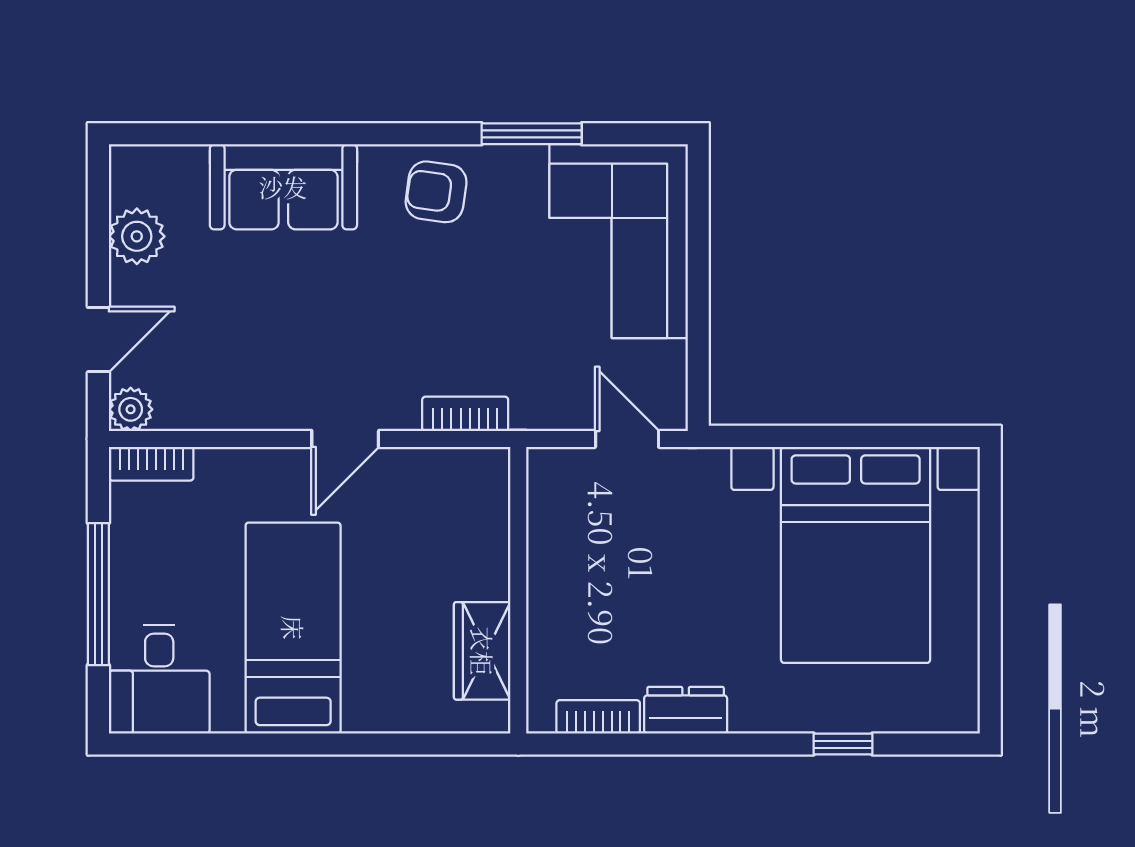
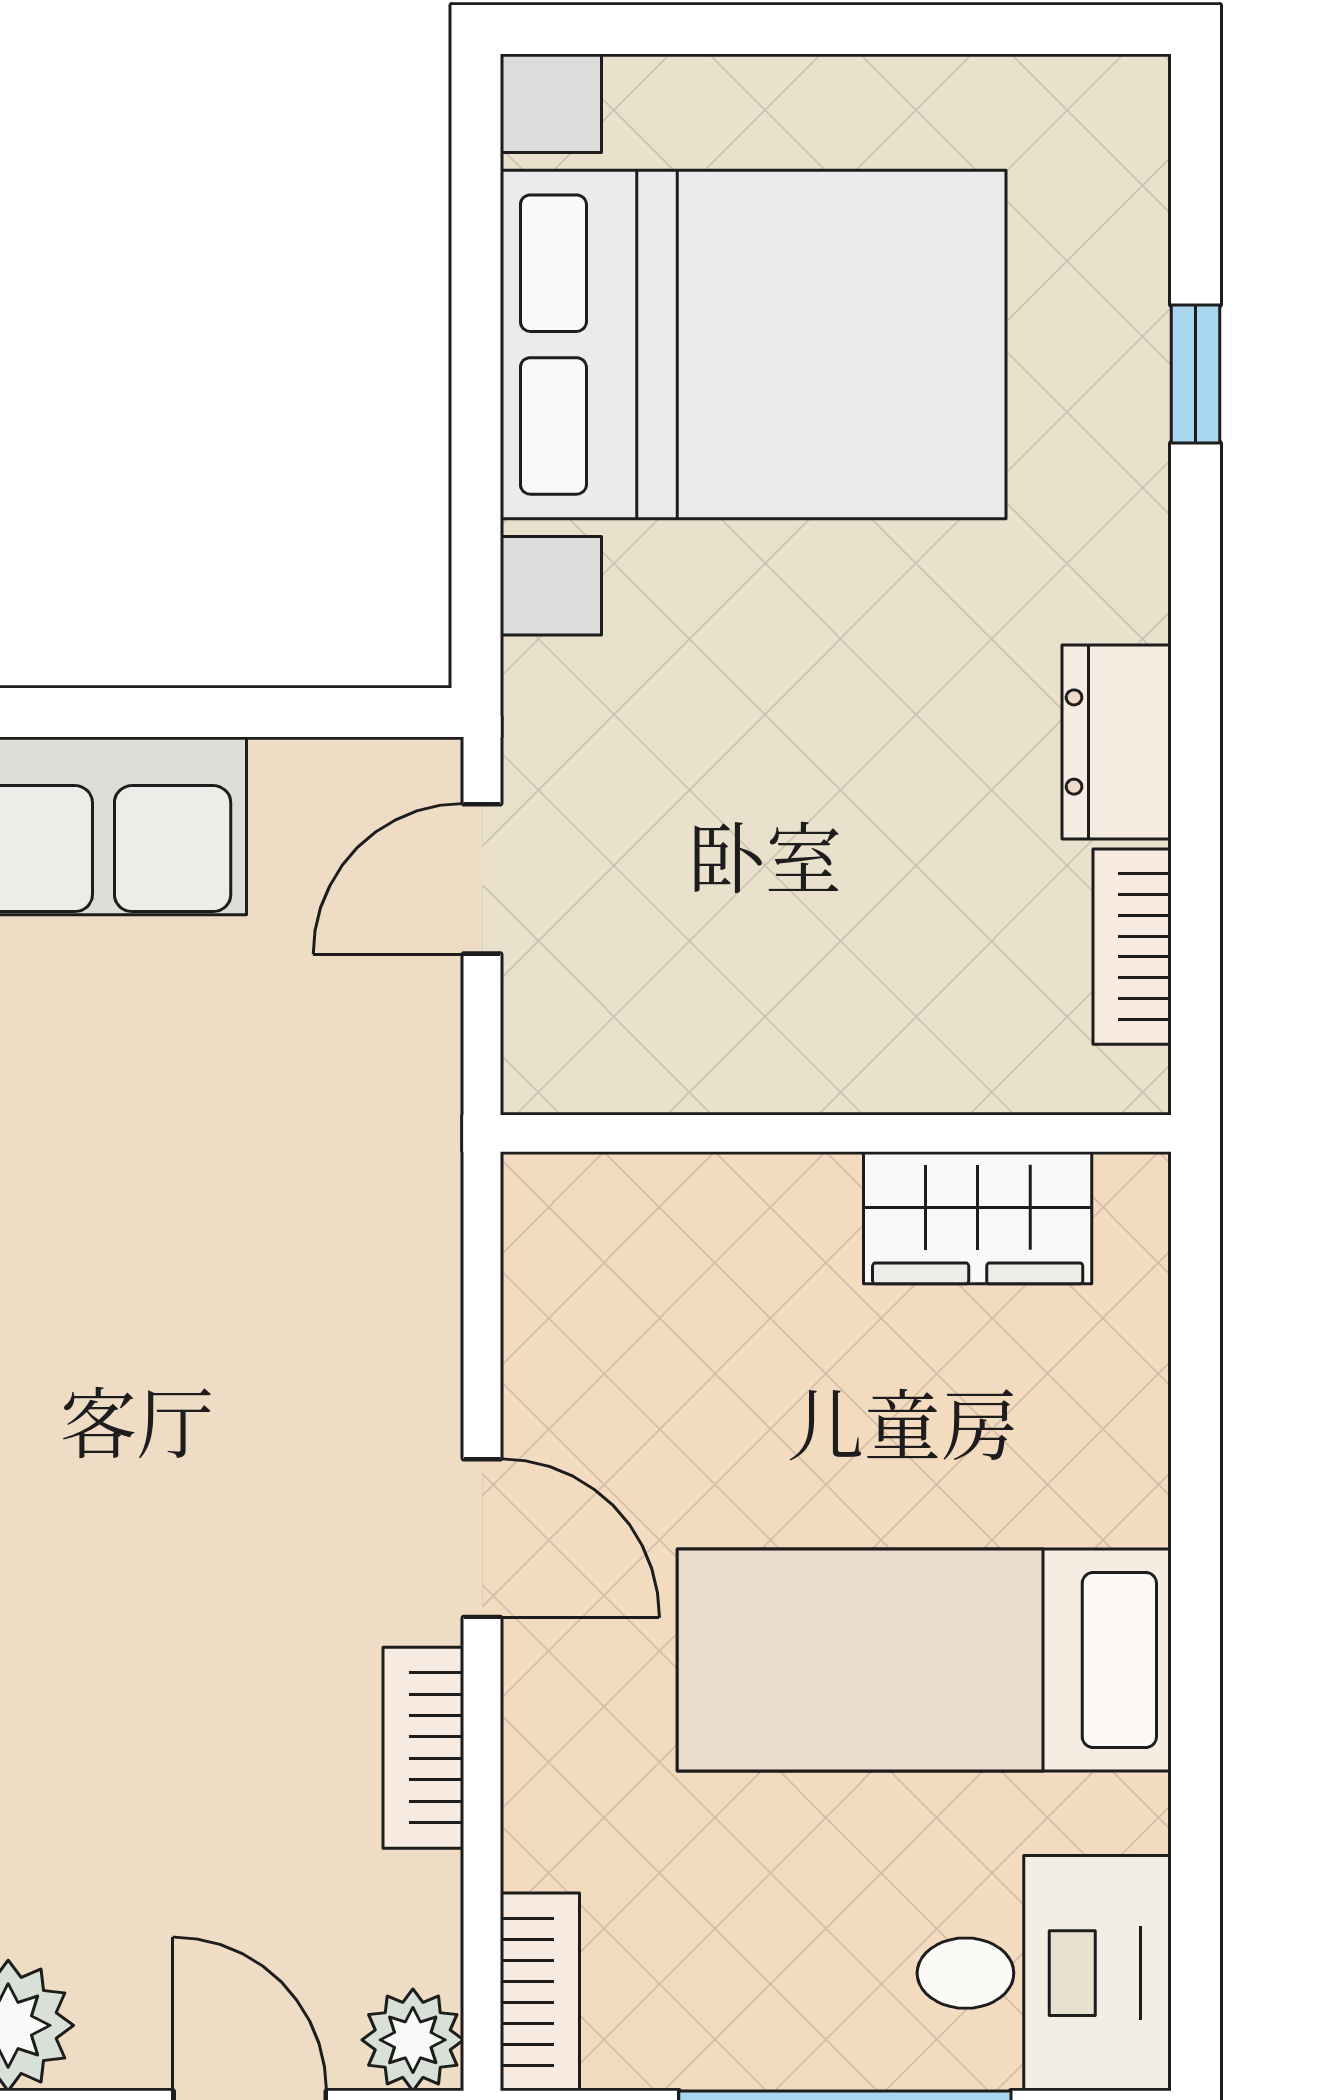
bookcase: (465, 414) -> (423, 1748), moved

